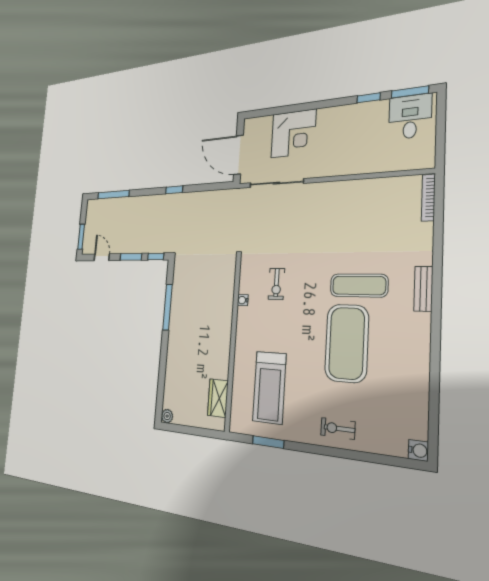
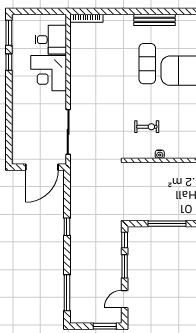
desk: (410, 117) -> (51, 40), moved, turned 180
corner desk: (293, 134) -> (49, 73), moved, turned 180
bench: (423, 289) -> (154, 20), width x1.36

